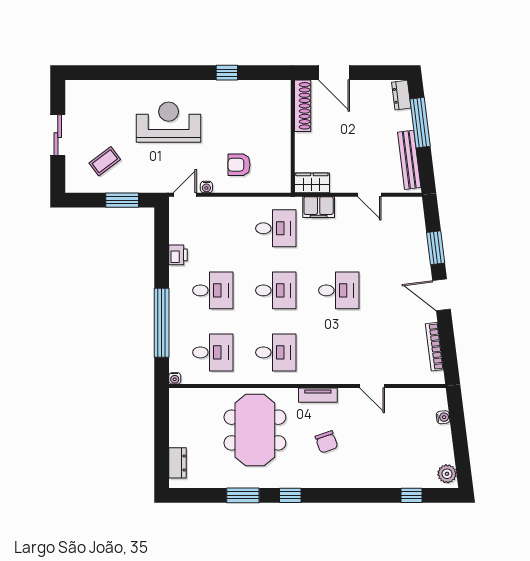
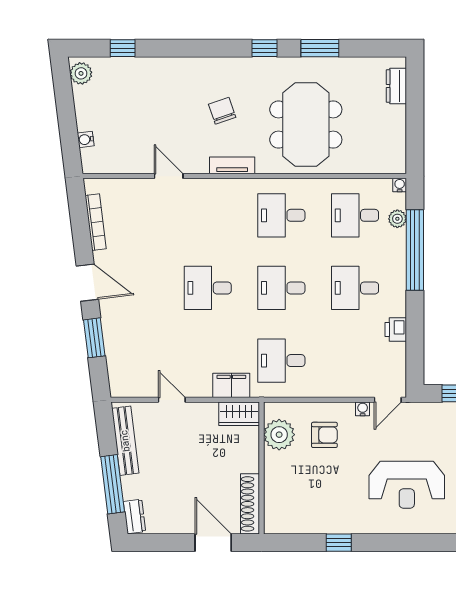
plant: (278, 165) -> (279, 435), added
plant: (177, 350) -> (397, 219), added

